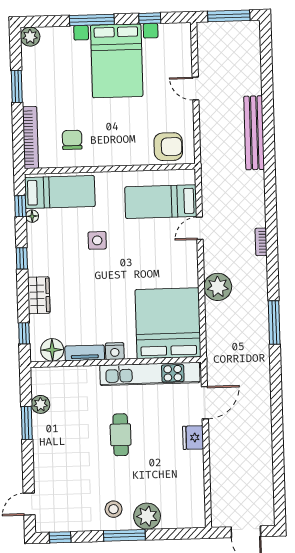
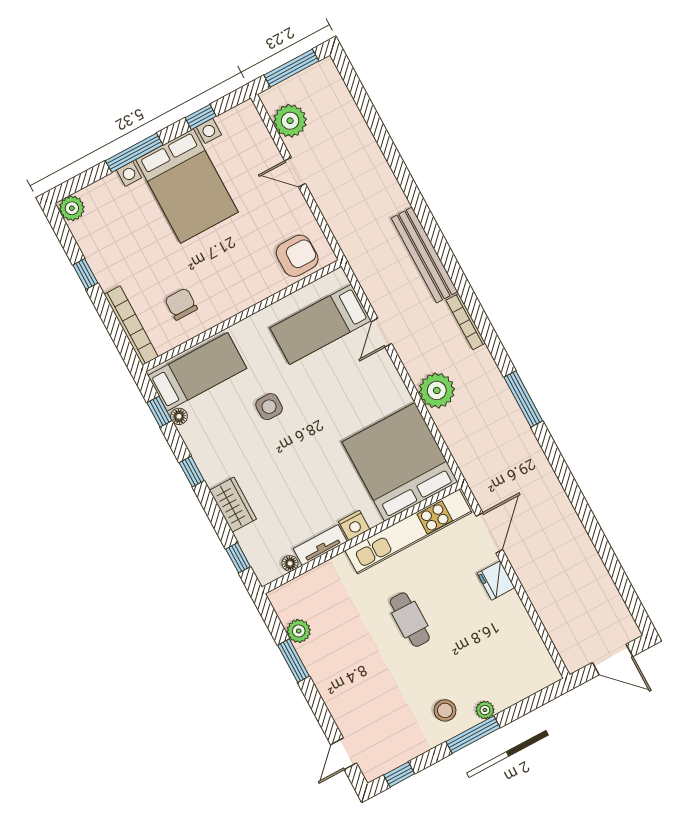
plant: (210, 52) -> (290, 121), added
window: (17, 86) -> (85, 274), width x0.67
bench: (254, 133) -> (424, 255), moved
bookcase: (261, 242) -> (466, 322), width x1.56
floor lamp: (52, 350) -> (290, 563), width x0.53, depth x0.53
plant: (147, 516) -> (485, 710), width x0.53, depth x0.53

